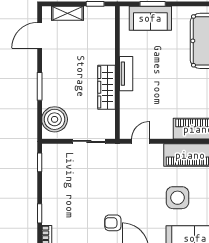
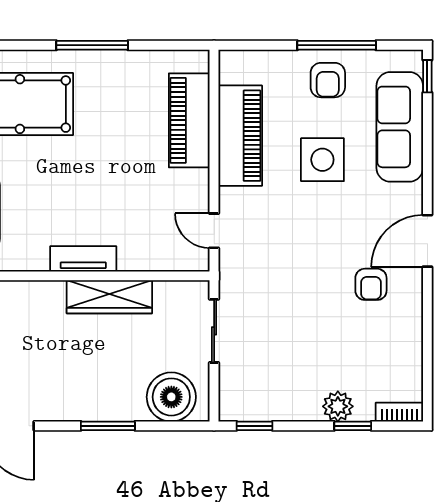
plant: (50, 206) -> (338, 406), added

